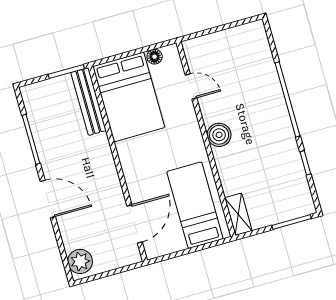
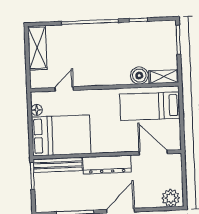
shelving: (237, 38) -> (37, 48), added
boiler: (219, 135) -> (139, 76), moved
dresser: (104, 167) -> (107, 165), added

